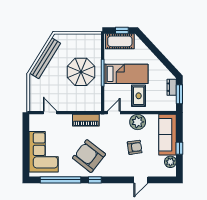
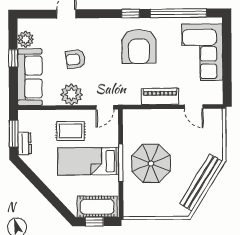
rug: (139, 96) -> (71, 131), turned 90
piano: (86, 120) -> (160, 96), moved
armchair: (89, 156) -> (139, 47), turned 52

